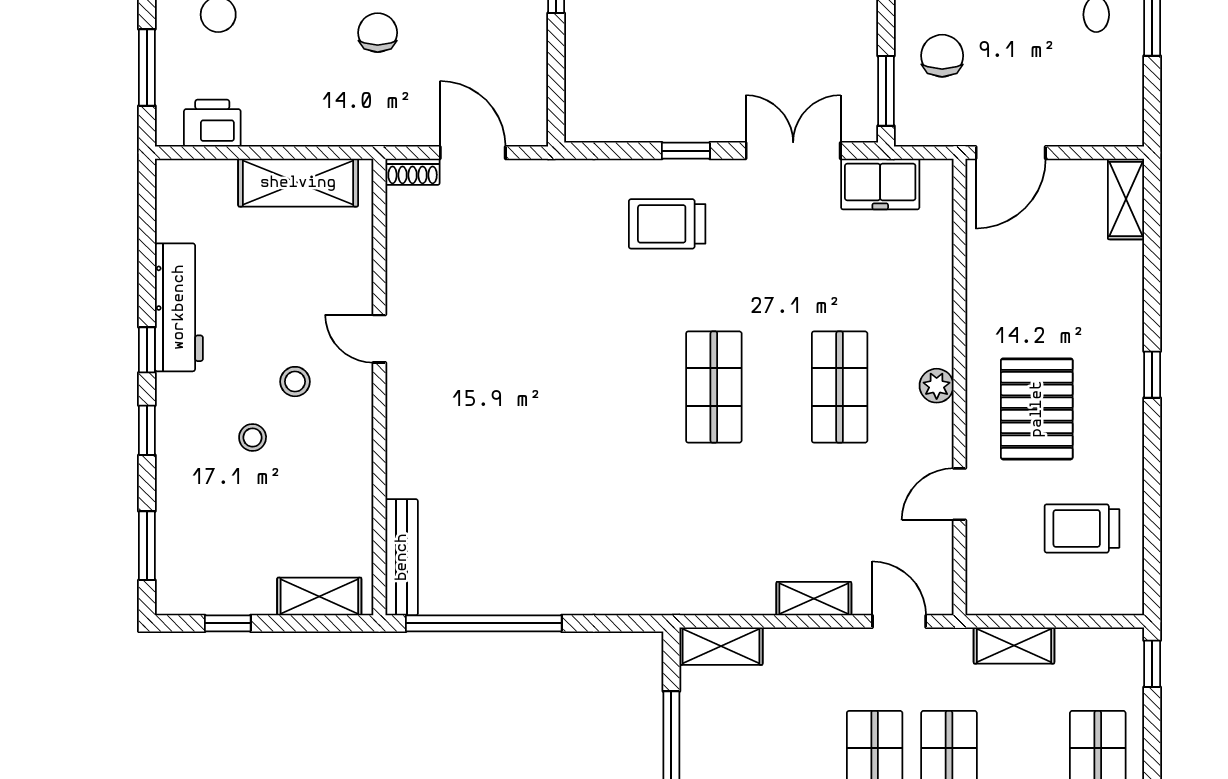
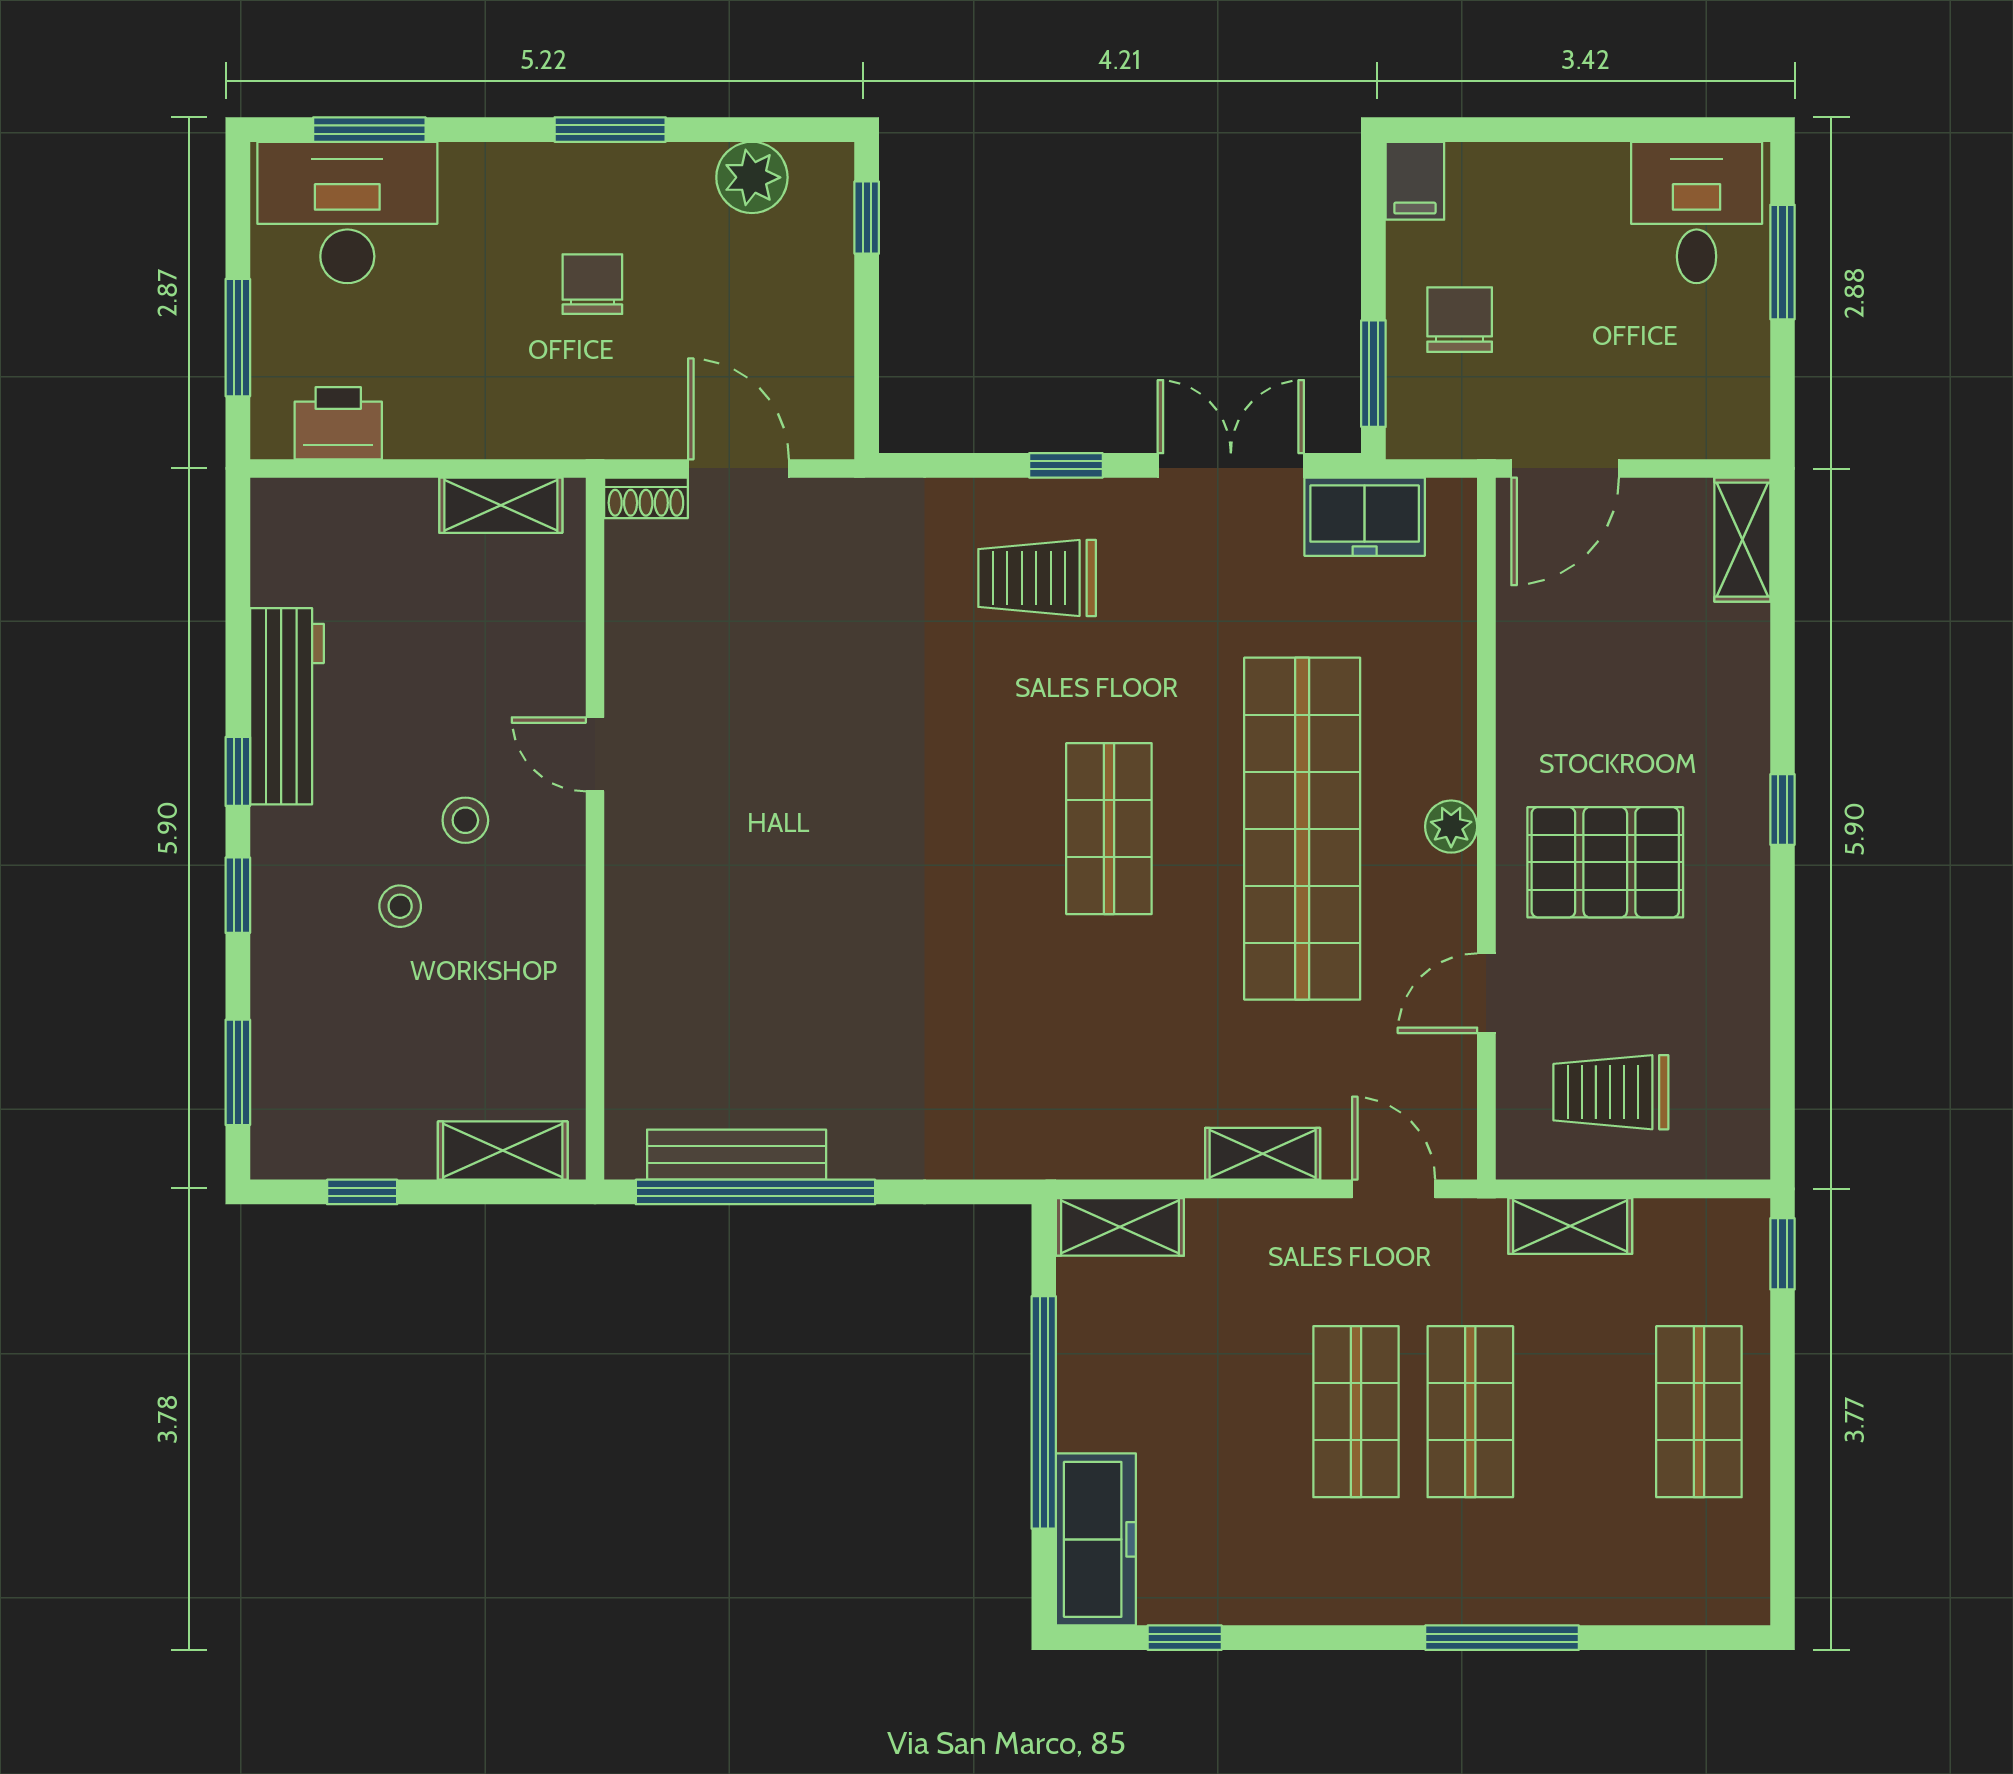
shelving: (298, 183) -> (501, 505), width x0.67, depth x0.75
shop shelf: (840, 387) -> (1302, 829), width x2.00, depth x1.36
pallet: (1037, 409) -> (1605, 862), turned 90
trolley: (1082, 528) -> (1611, 1092), moved
bench: (402, 557) -> (737, 1155), moved, turned 90

